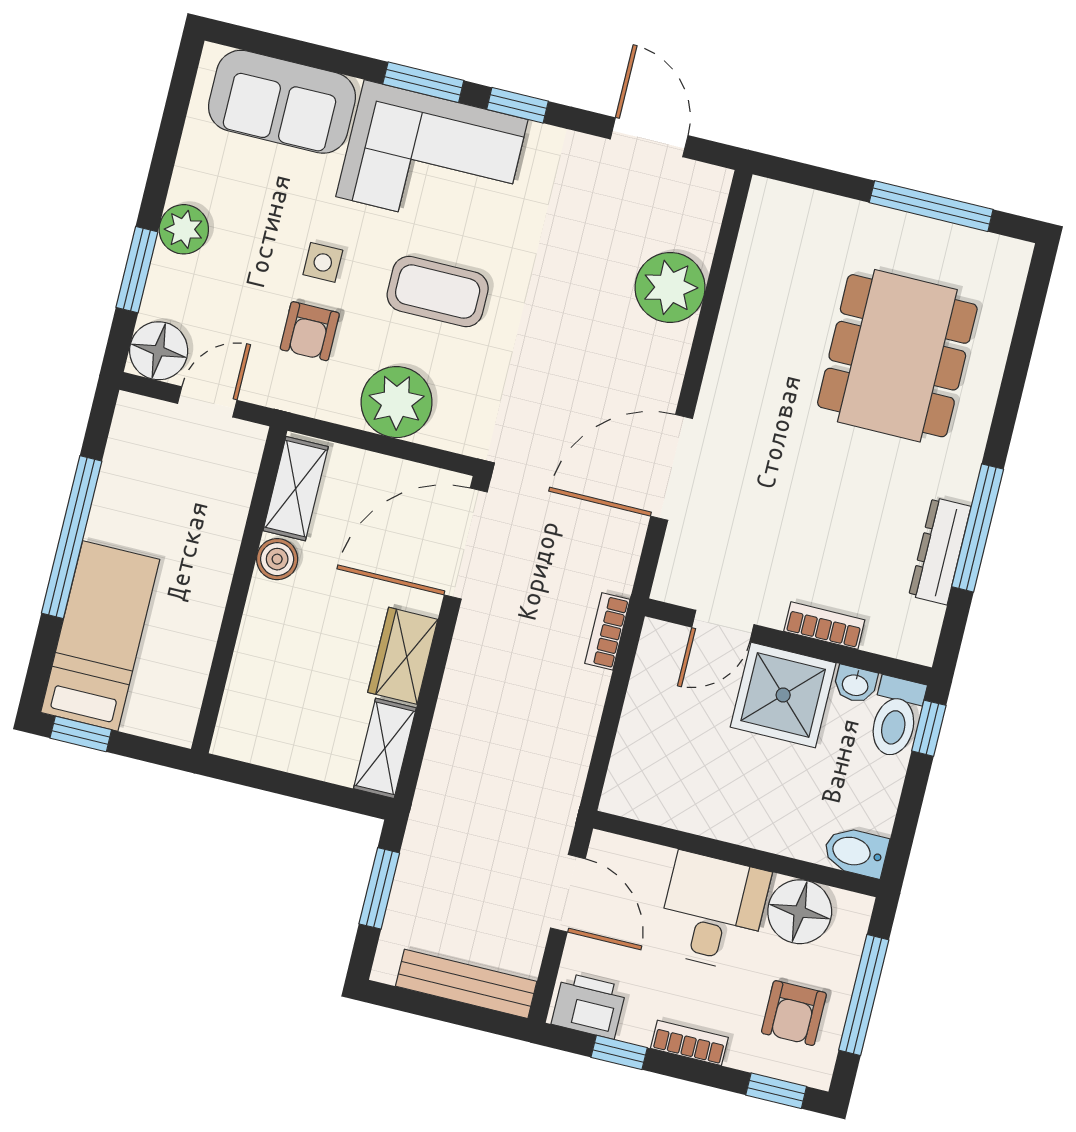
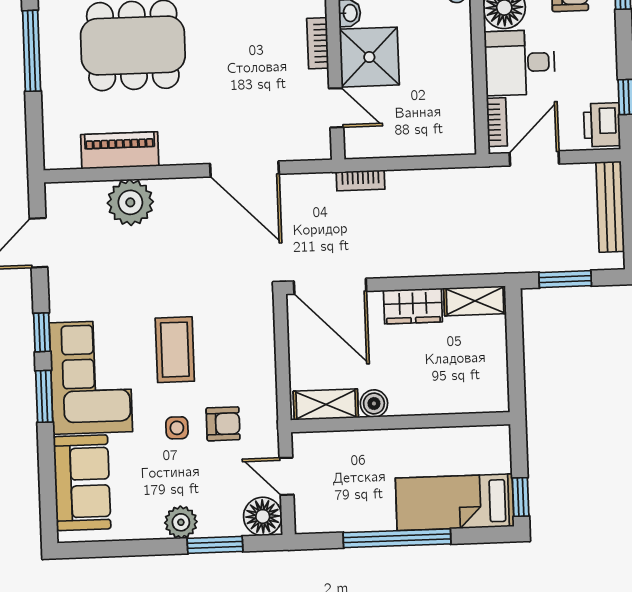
piano: (750, 294) -> (120, 150), added
plant: (397, 402) -> (253, 356), removed
bookcase: (689, 1043) -> (497, 122), moved, turned 180

